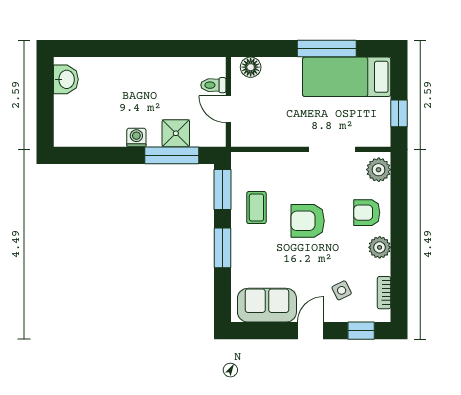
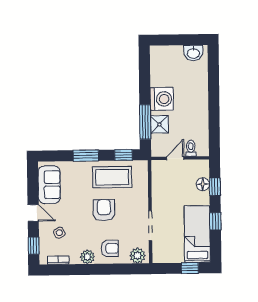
window: (273, 49) -> (215, 187), added
window: (327, 49) -> (215, 221), width x0.46
floor lamp: (251, 67) -> (203, 184), moved
window: (399, 113) -> (190, 268), moved
washing machine: (136, 138) -> (162, 99), width x1.89, depth x1.89
window: (222, 190) -> (123, 155), width x0.67
coffee table: (256, 208) -> (112, 177), width x1.86, depth x1.72
armchair: (367, 213) -> (110, 248), turned 90

